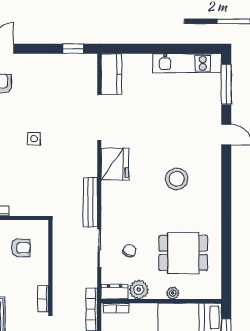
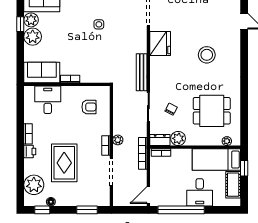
plant: (59, 292) -> (118, 140), added
plant: (173, 293) -> (227, 141), moved

